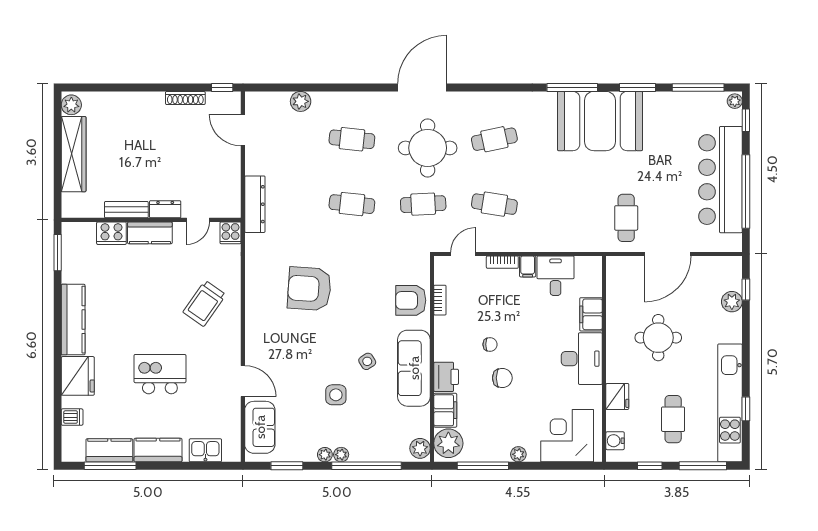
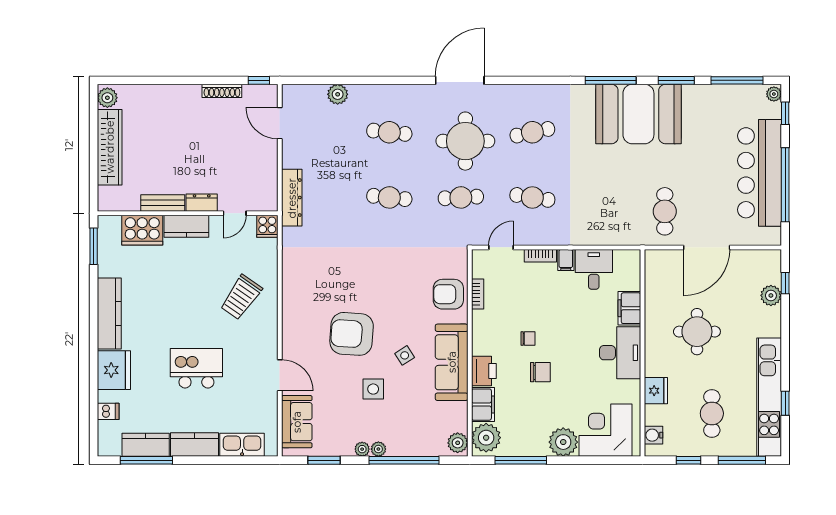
cooker: (111, 233) -> (142, 230), width x1.37, depth x1.31
armchair: (309, 289) -> (352, 334), moved
kitchen sink: (205, 450) -> (242, 445), width x1.38
plant: (518, 454) -> (563, 442), width x1.88, depth x1.88

